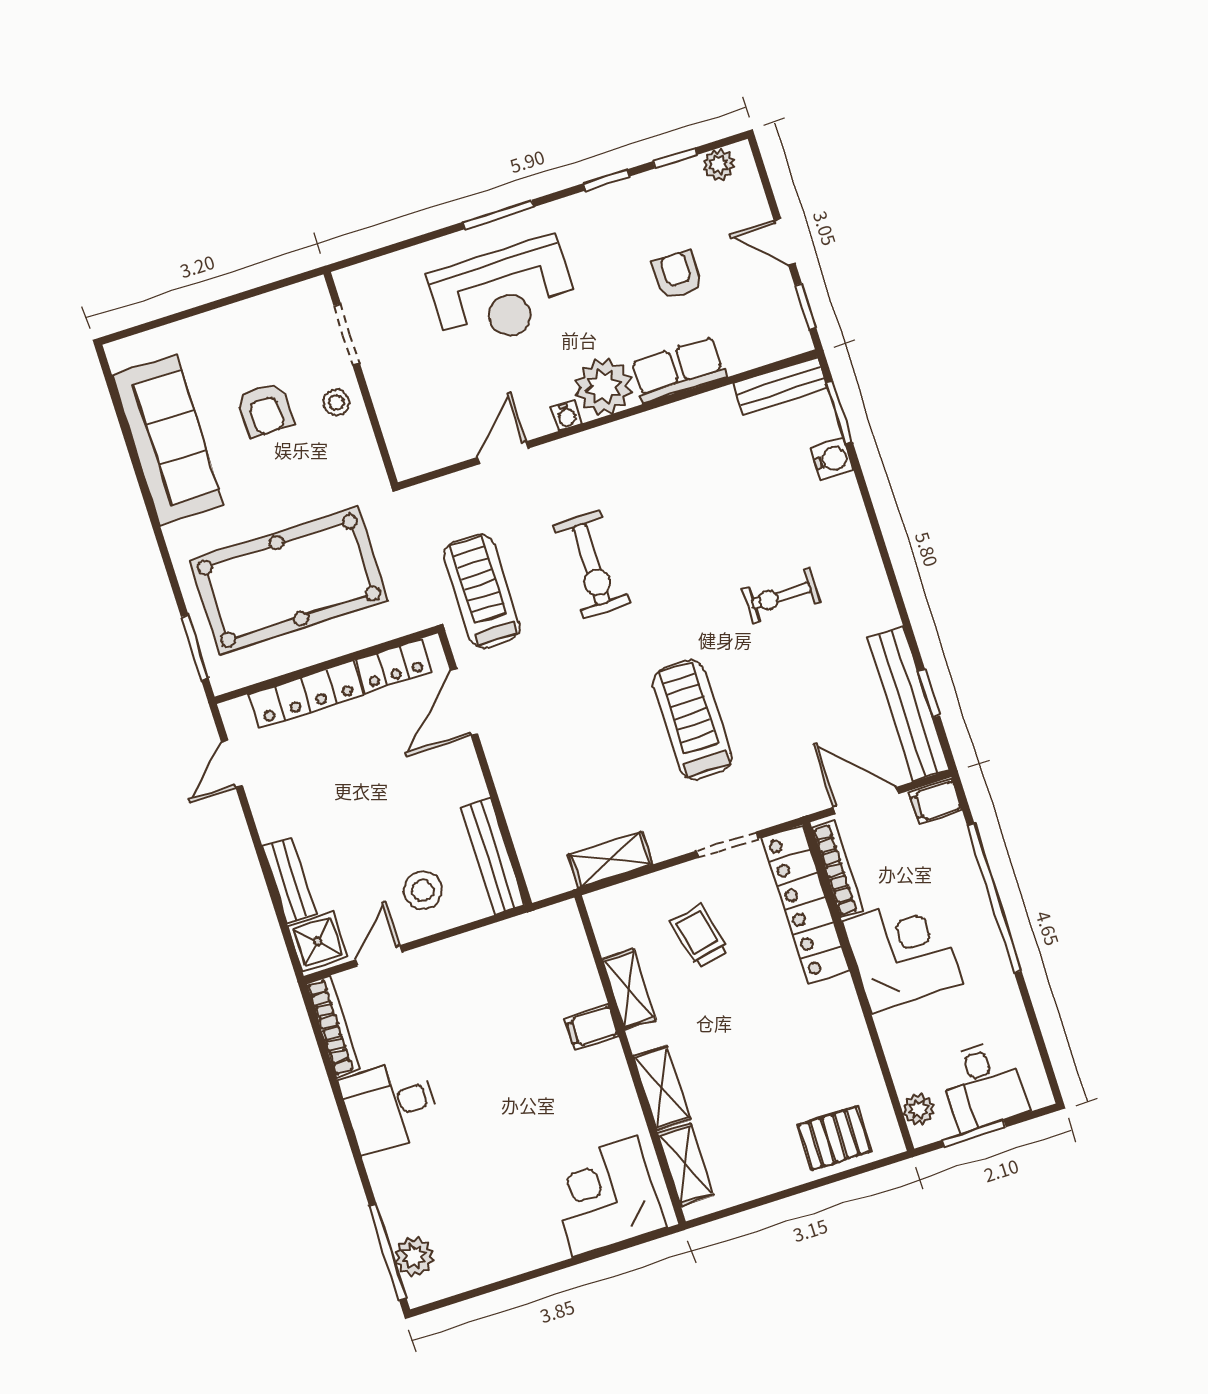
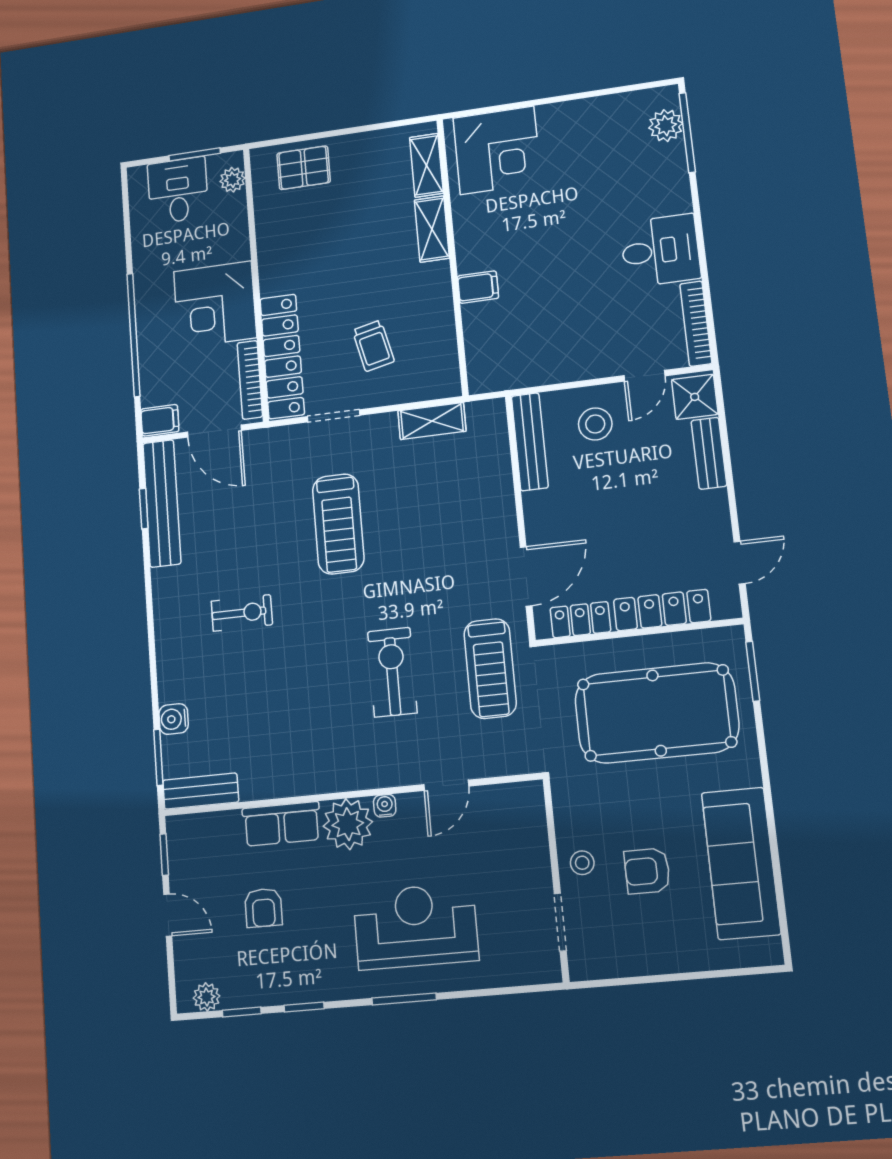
armchair: (265, 409) -> (647, 871), turned -90
shelving: (629, 989) -> (440, 313), removed

